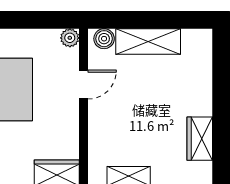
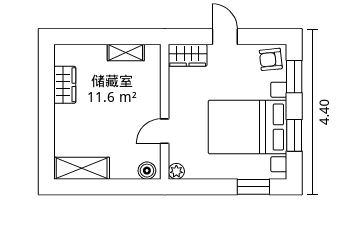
shelving: (148, 41) -> (82, 168), moved

